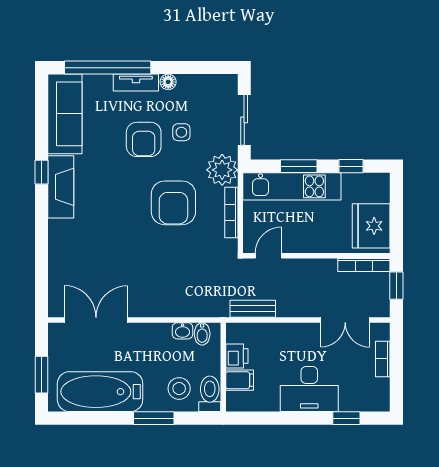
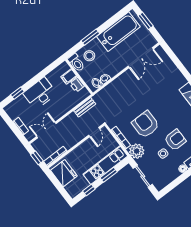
armchair: (144, 139) -> (175, 140), turned 90

